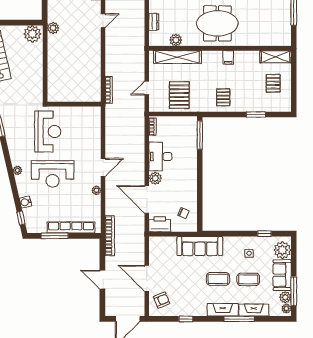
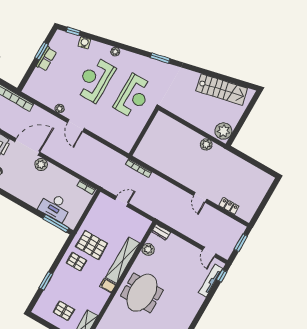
dresser: (154, 22) -> (161, 232), moved
plant: (53, 28) -> (206, 144), moved
shelving: (177, 57) -> (123, 260), moved
door: (147, 88) -> (122, 201), hinge flipped
pallet: (179, 95) -> (92, 245), moved
reception desk: (48, 132) -> (133, 96), turned -90
desk: (160, 157) -> (55, 207), moved, turned 180
row of seats: (71, 227) -> (46, 59), width x0.50
window: (55, 236) -> (42, 51), width x0.69

